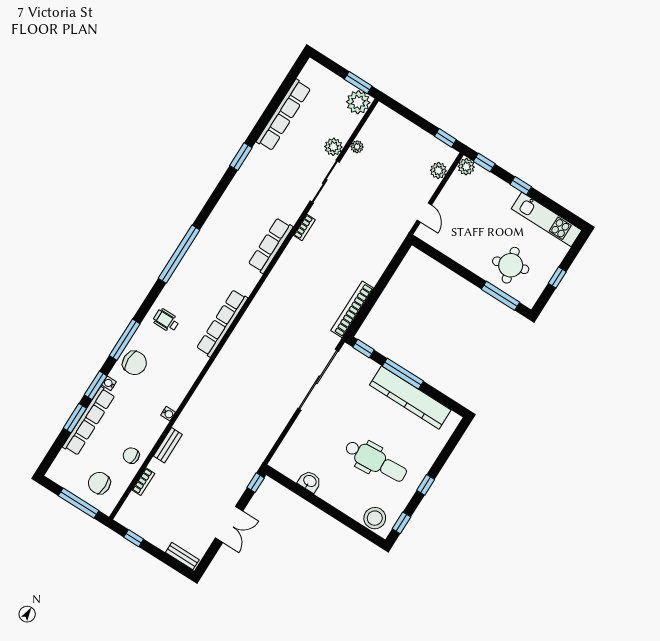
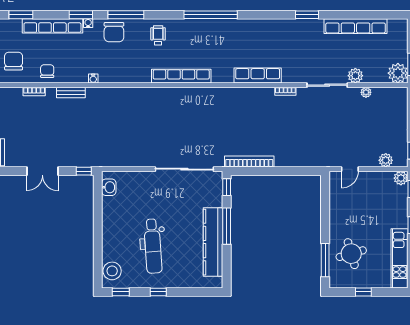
window: (75, 418) -> (21, 15), moved
washbasin: (310, 481) -> (109, 187), moved

